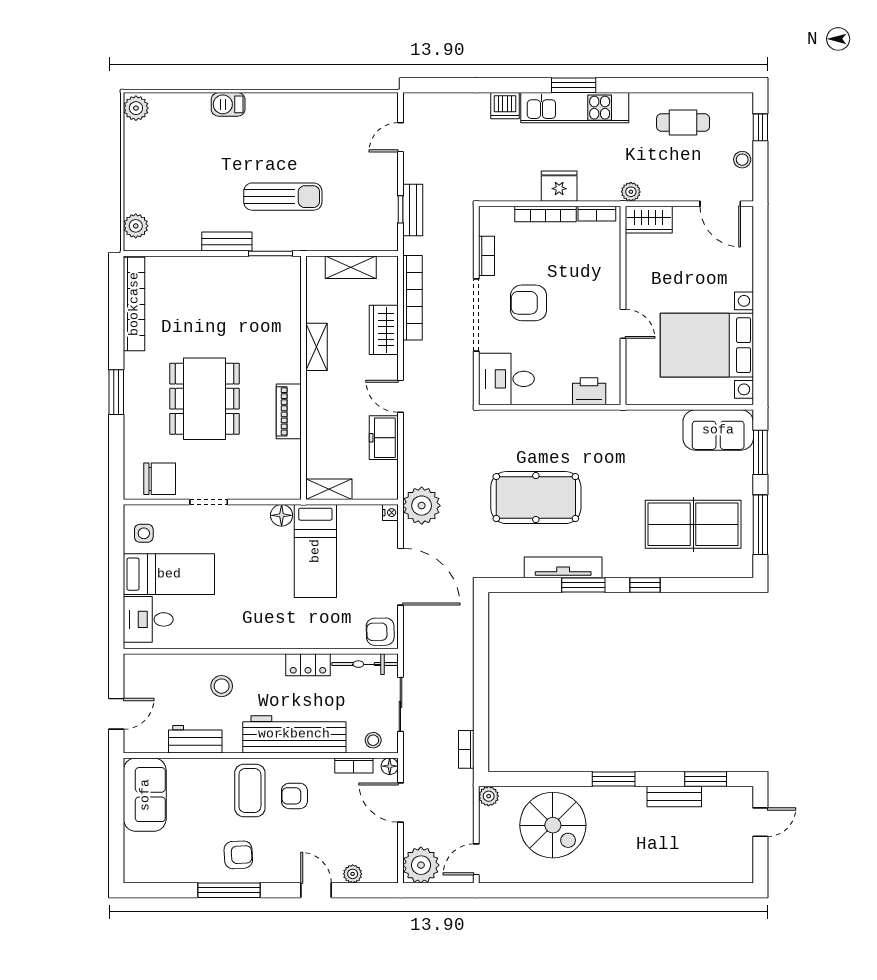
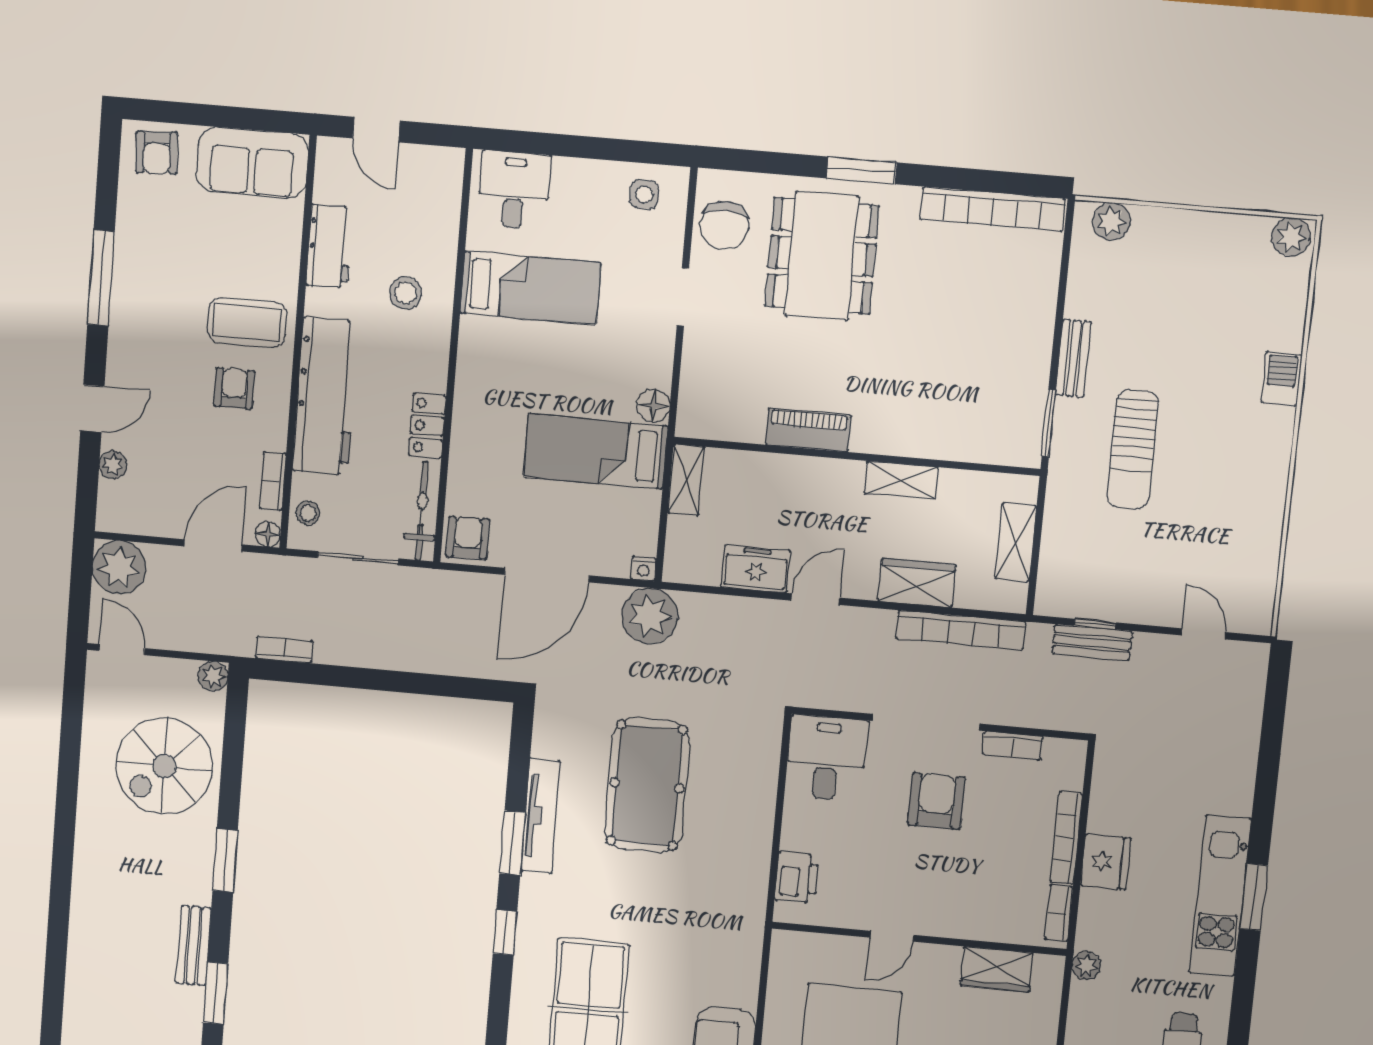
dishwasher: (505, 106) -> (1234, 793), removed
wardrobe: (649, 220) -> (997, 969), moved, turned -90
dining table: (205, 399) -> (822, 256), moved, turned 90
bed: (169, 574) -> (530, 288), moved, turned -90
armchair: (238, 855) -> (157, 153), moved

